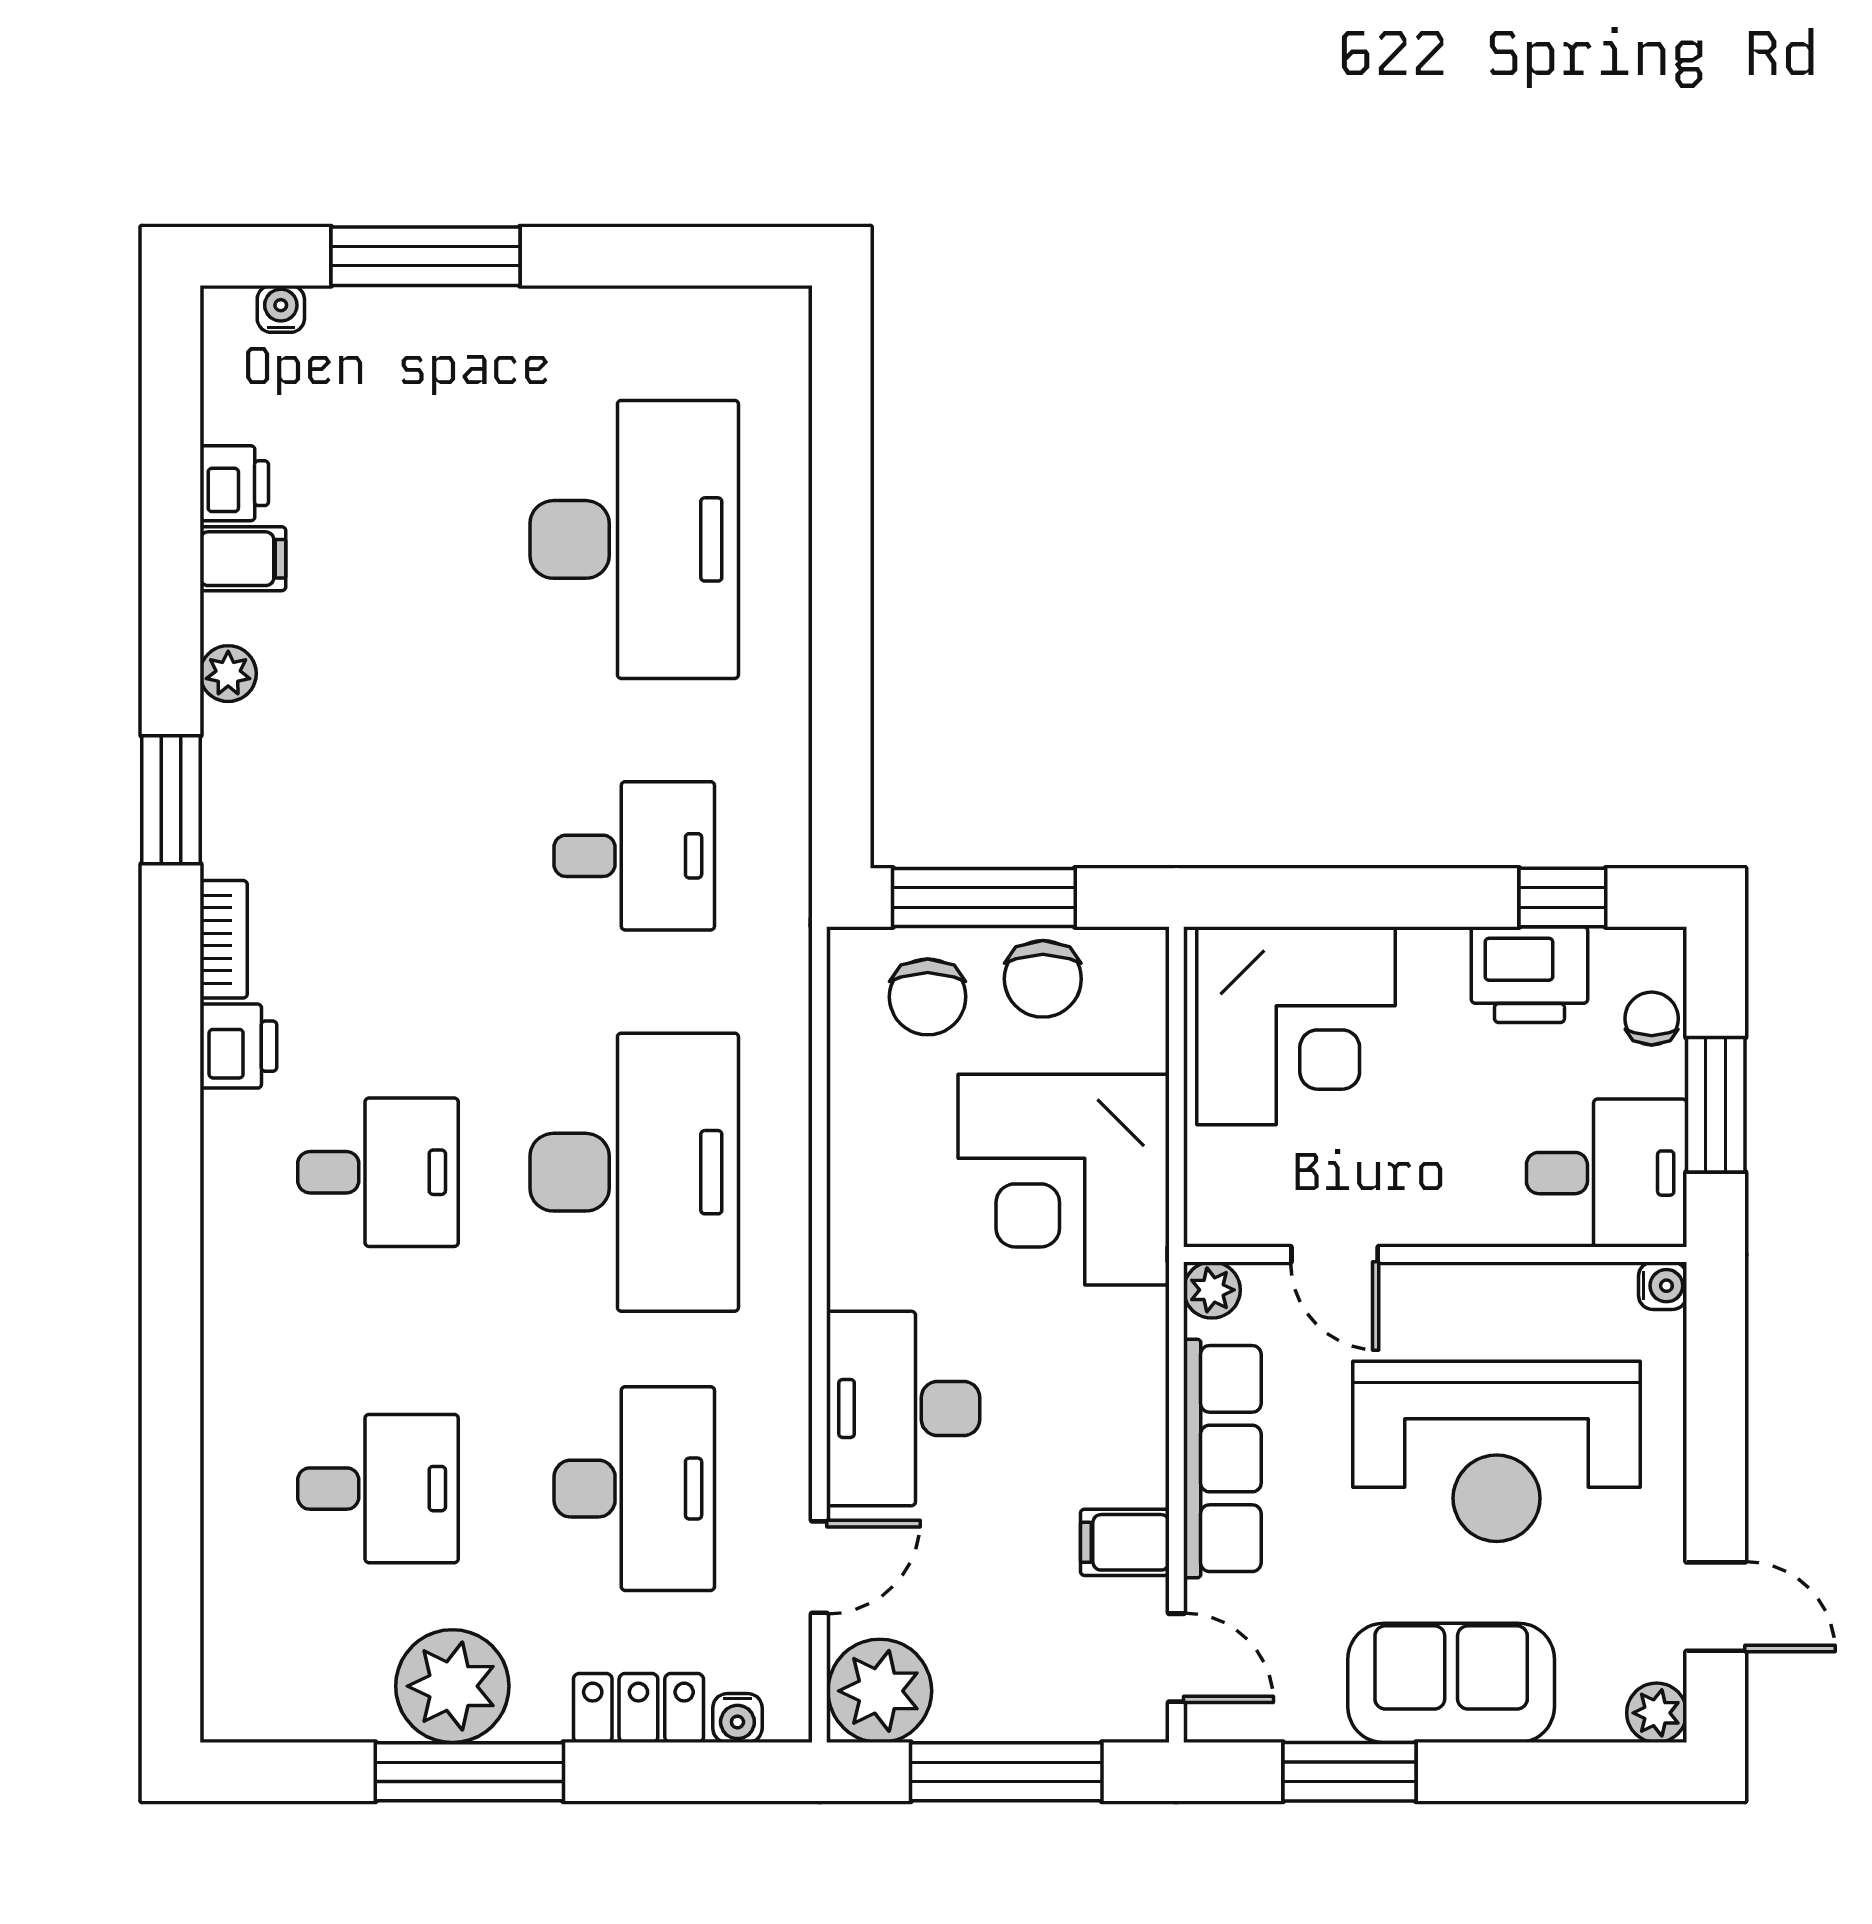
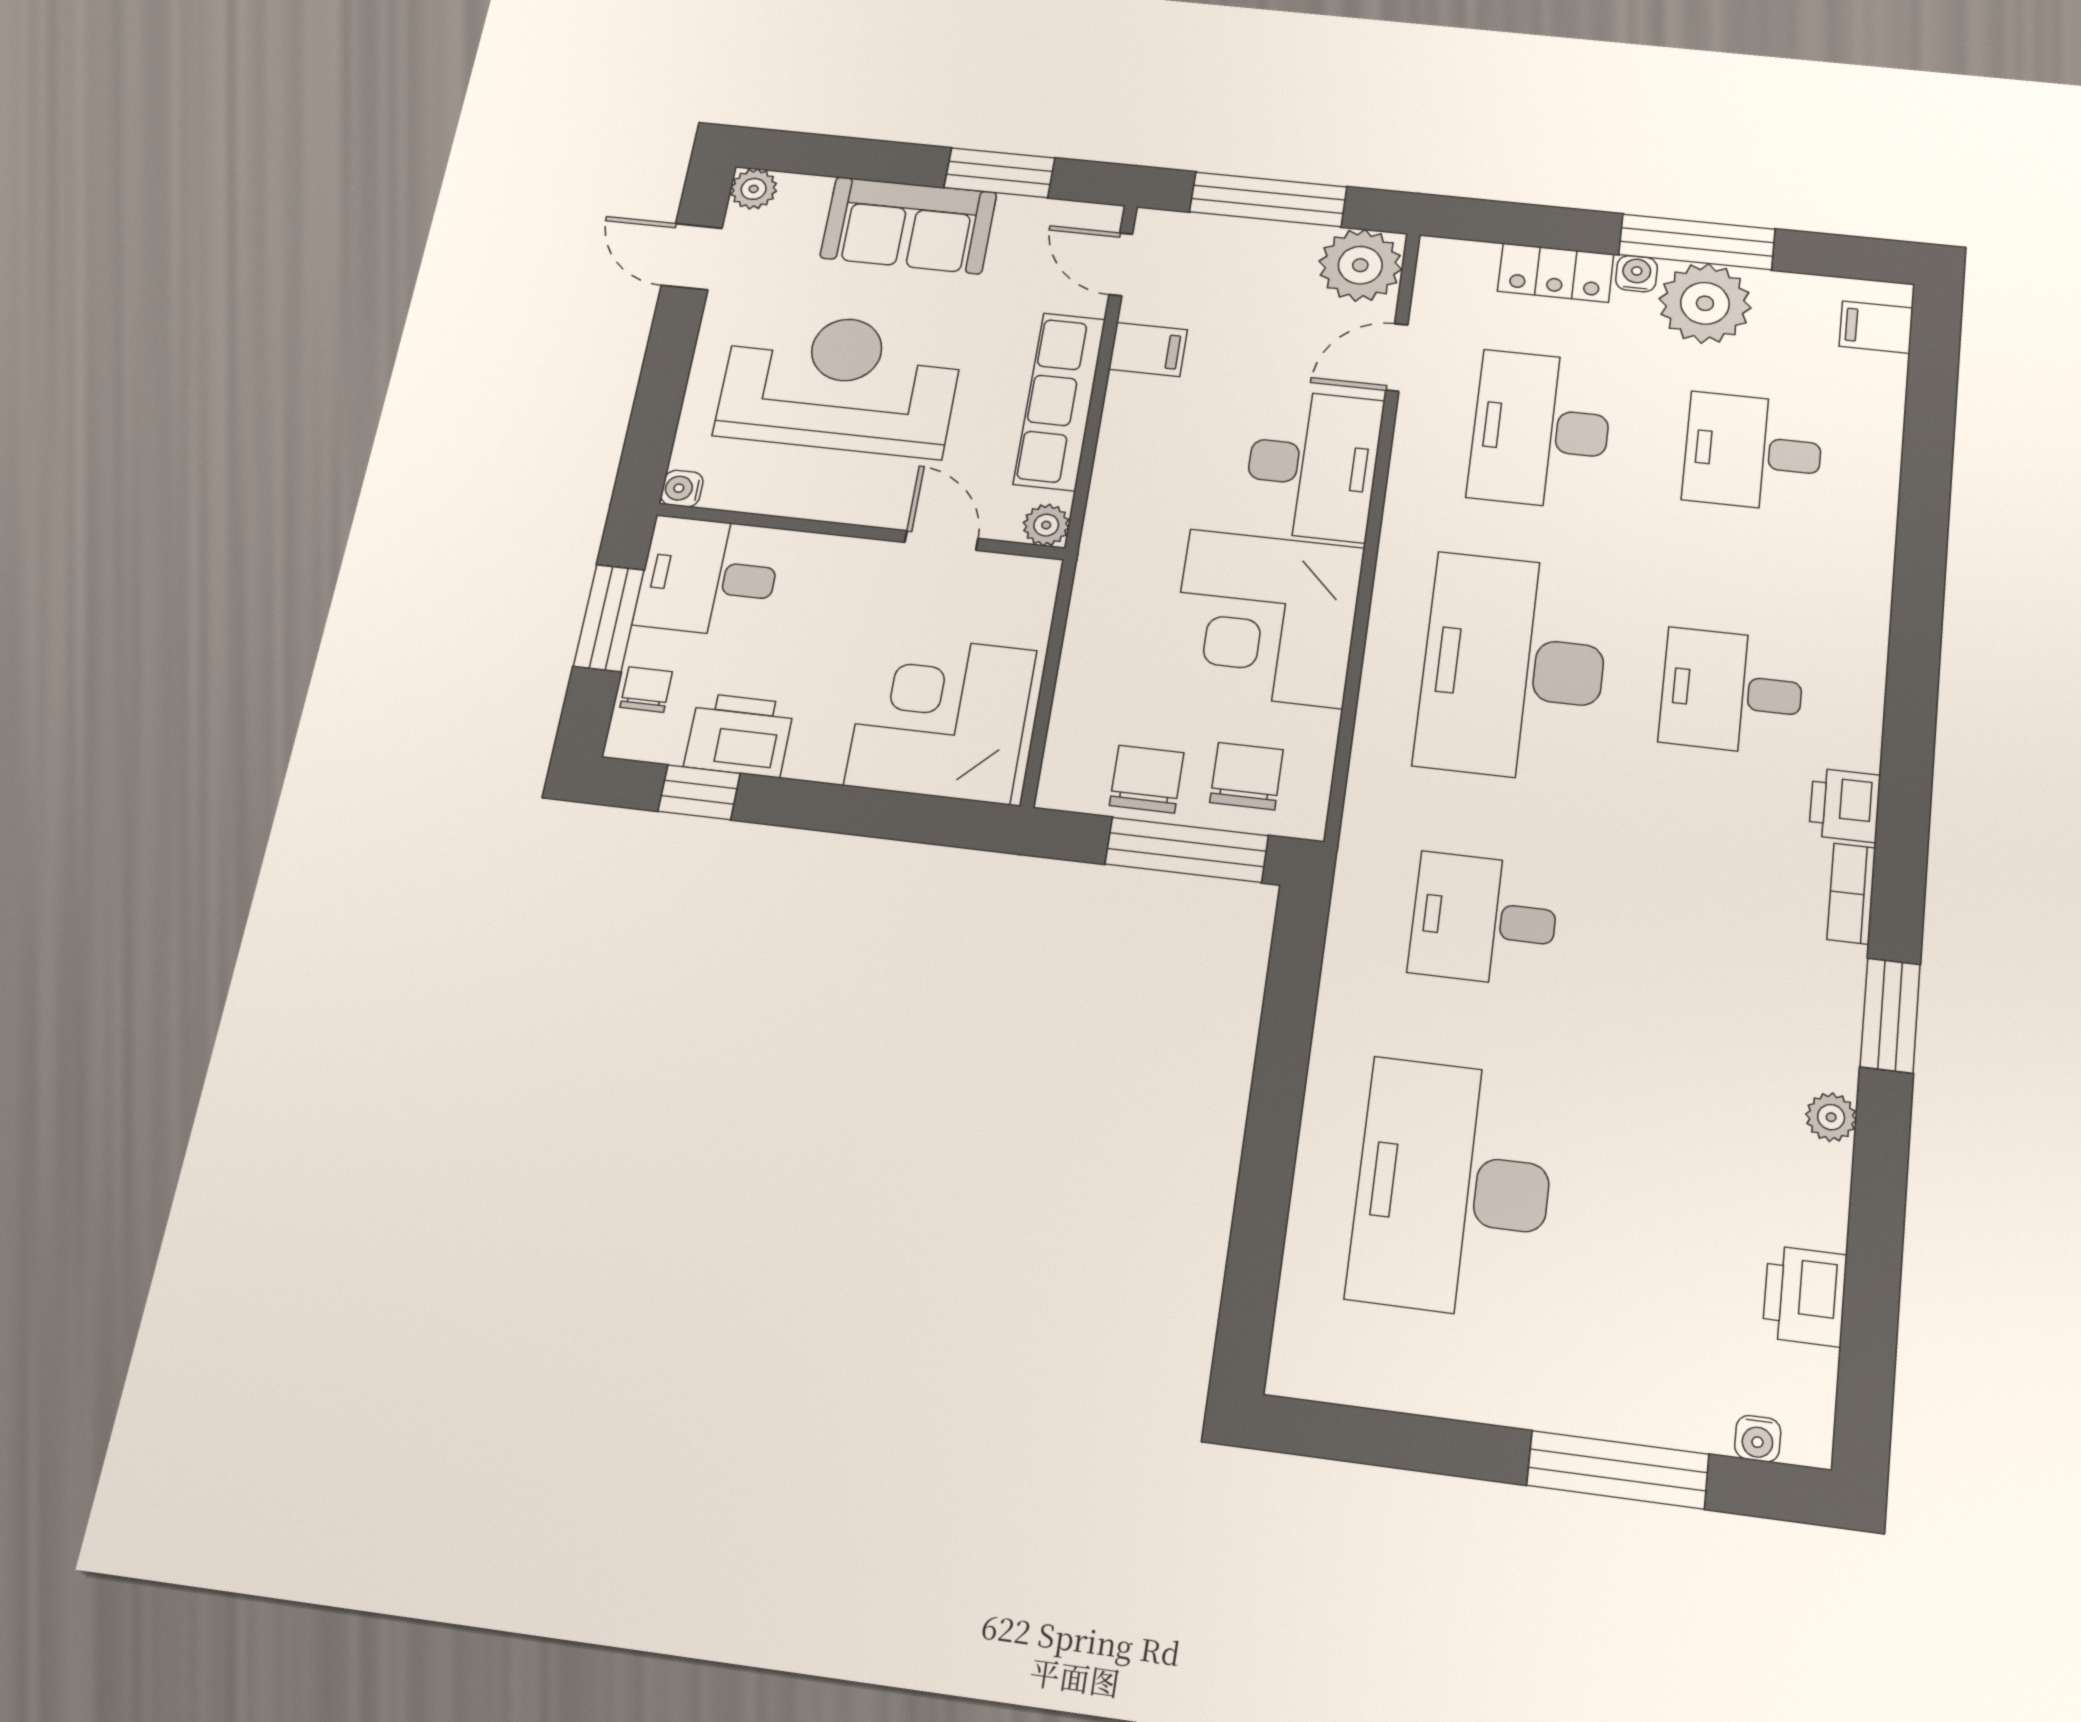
printer: (234, 483) -> (1805, 1296), width x1.36, depth x1.24
filing cabinet: (243, 559) -> (1876, 327), moved
chair: (1652, 1019) -> (646, 690), turned 180
corner desk: (1064, 1180) -> (1266, 618), moved, turned 180
water cooler: (737, 1718) -> (1636, 274), moved

